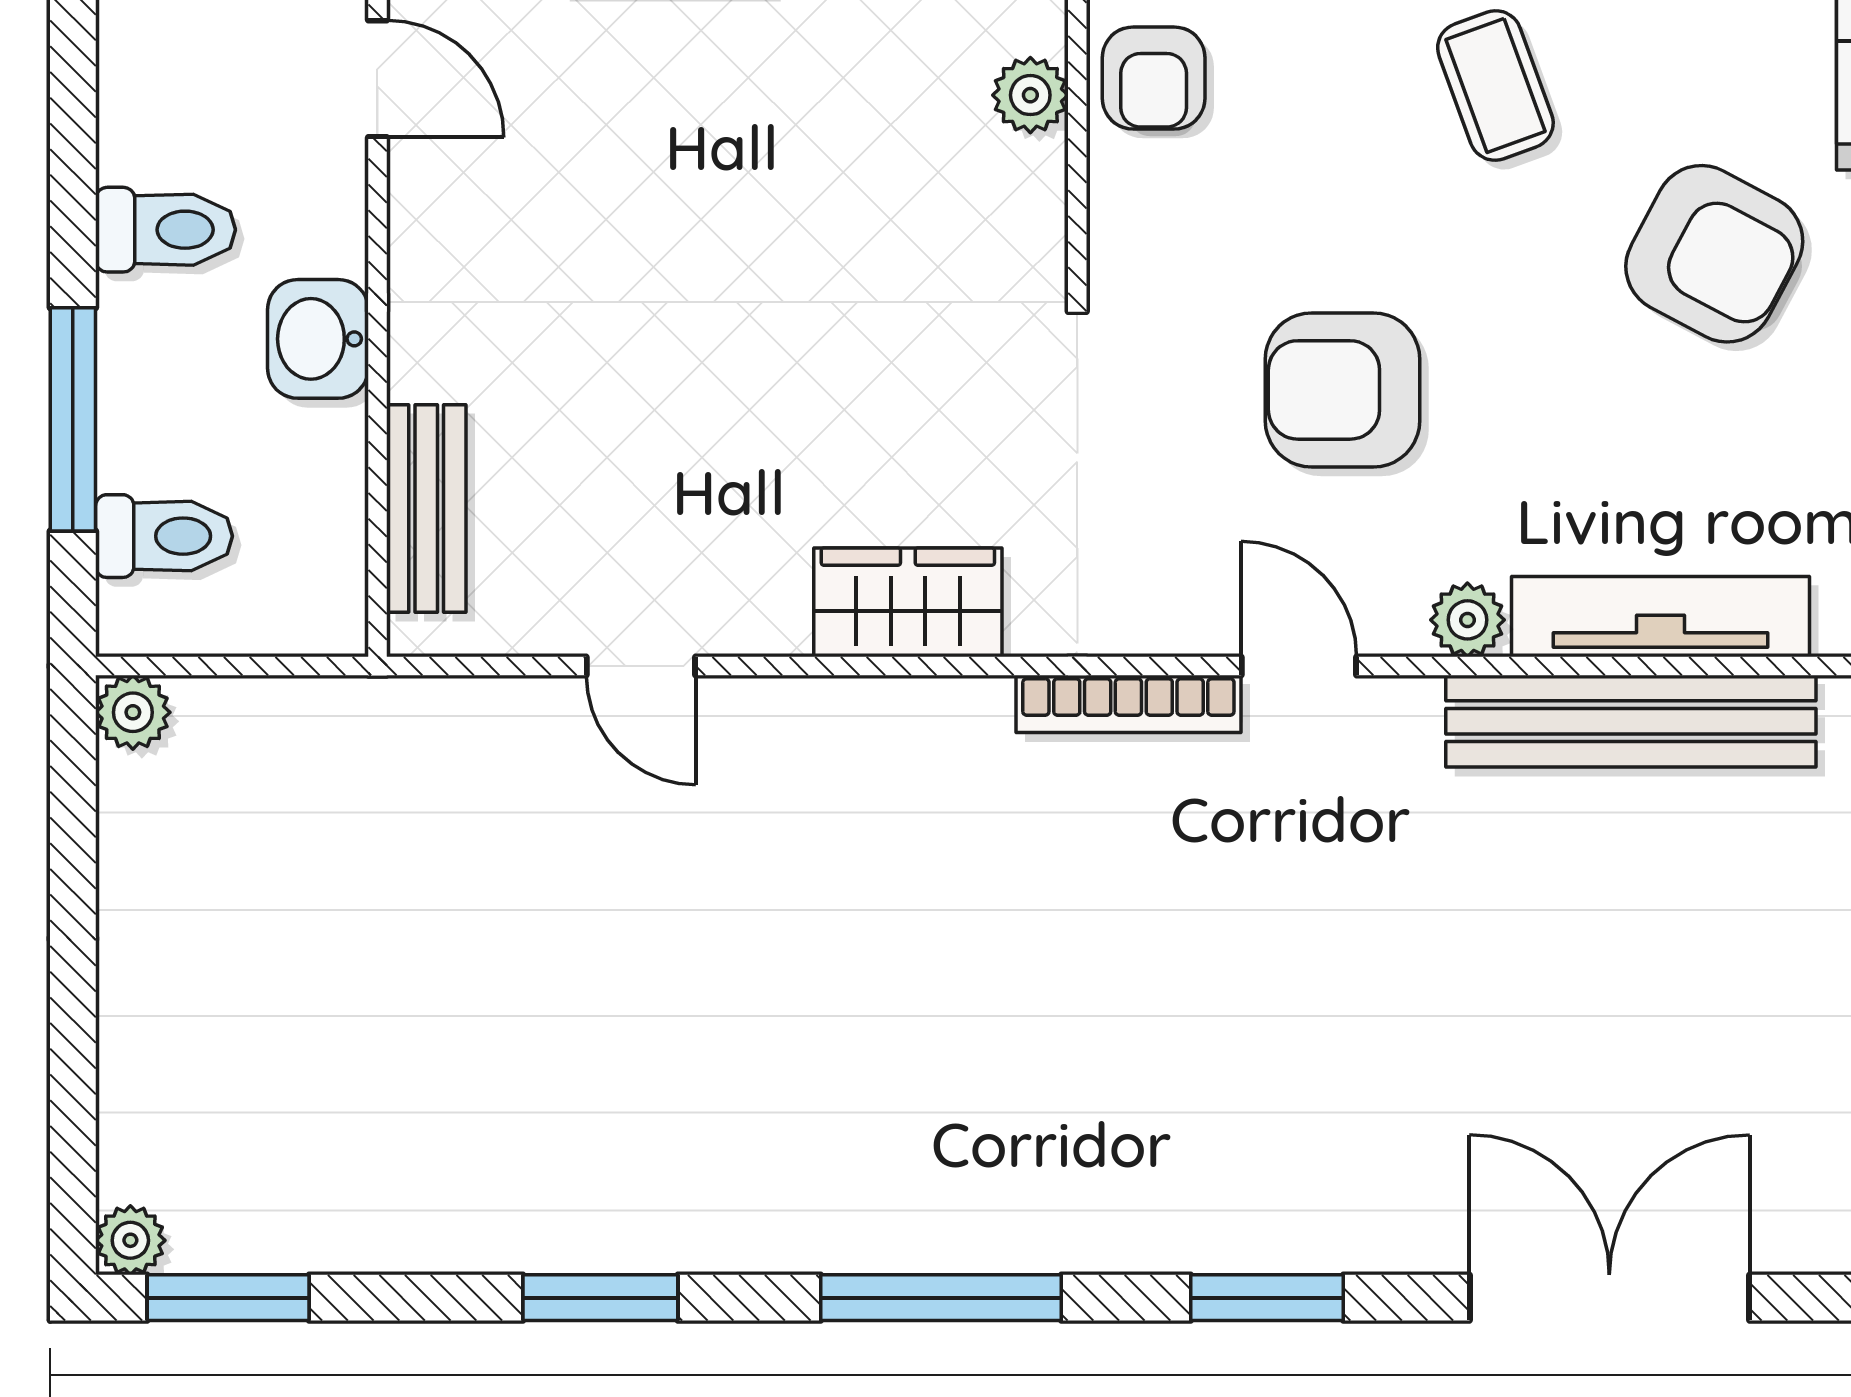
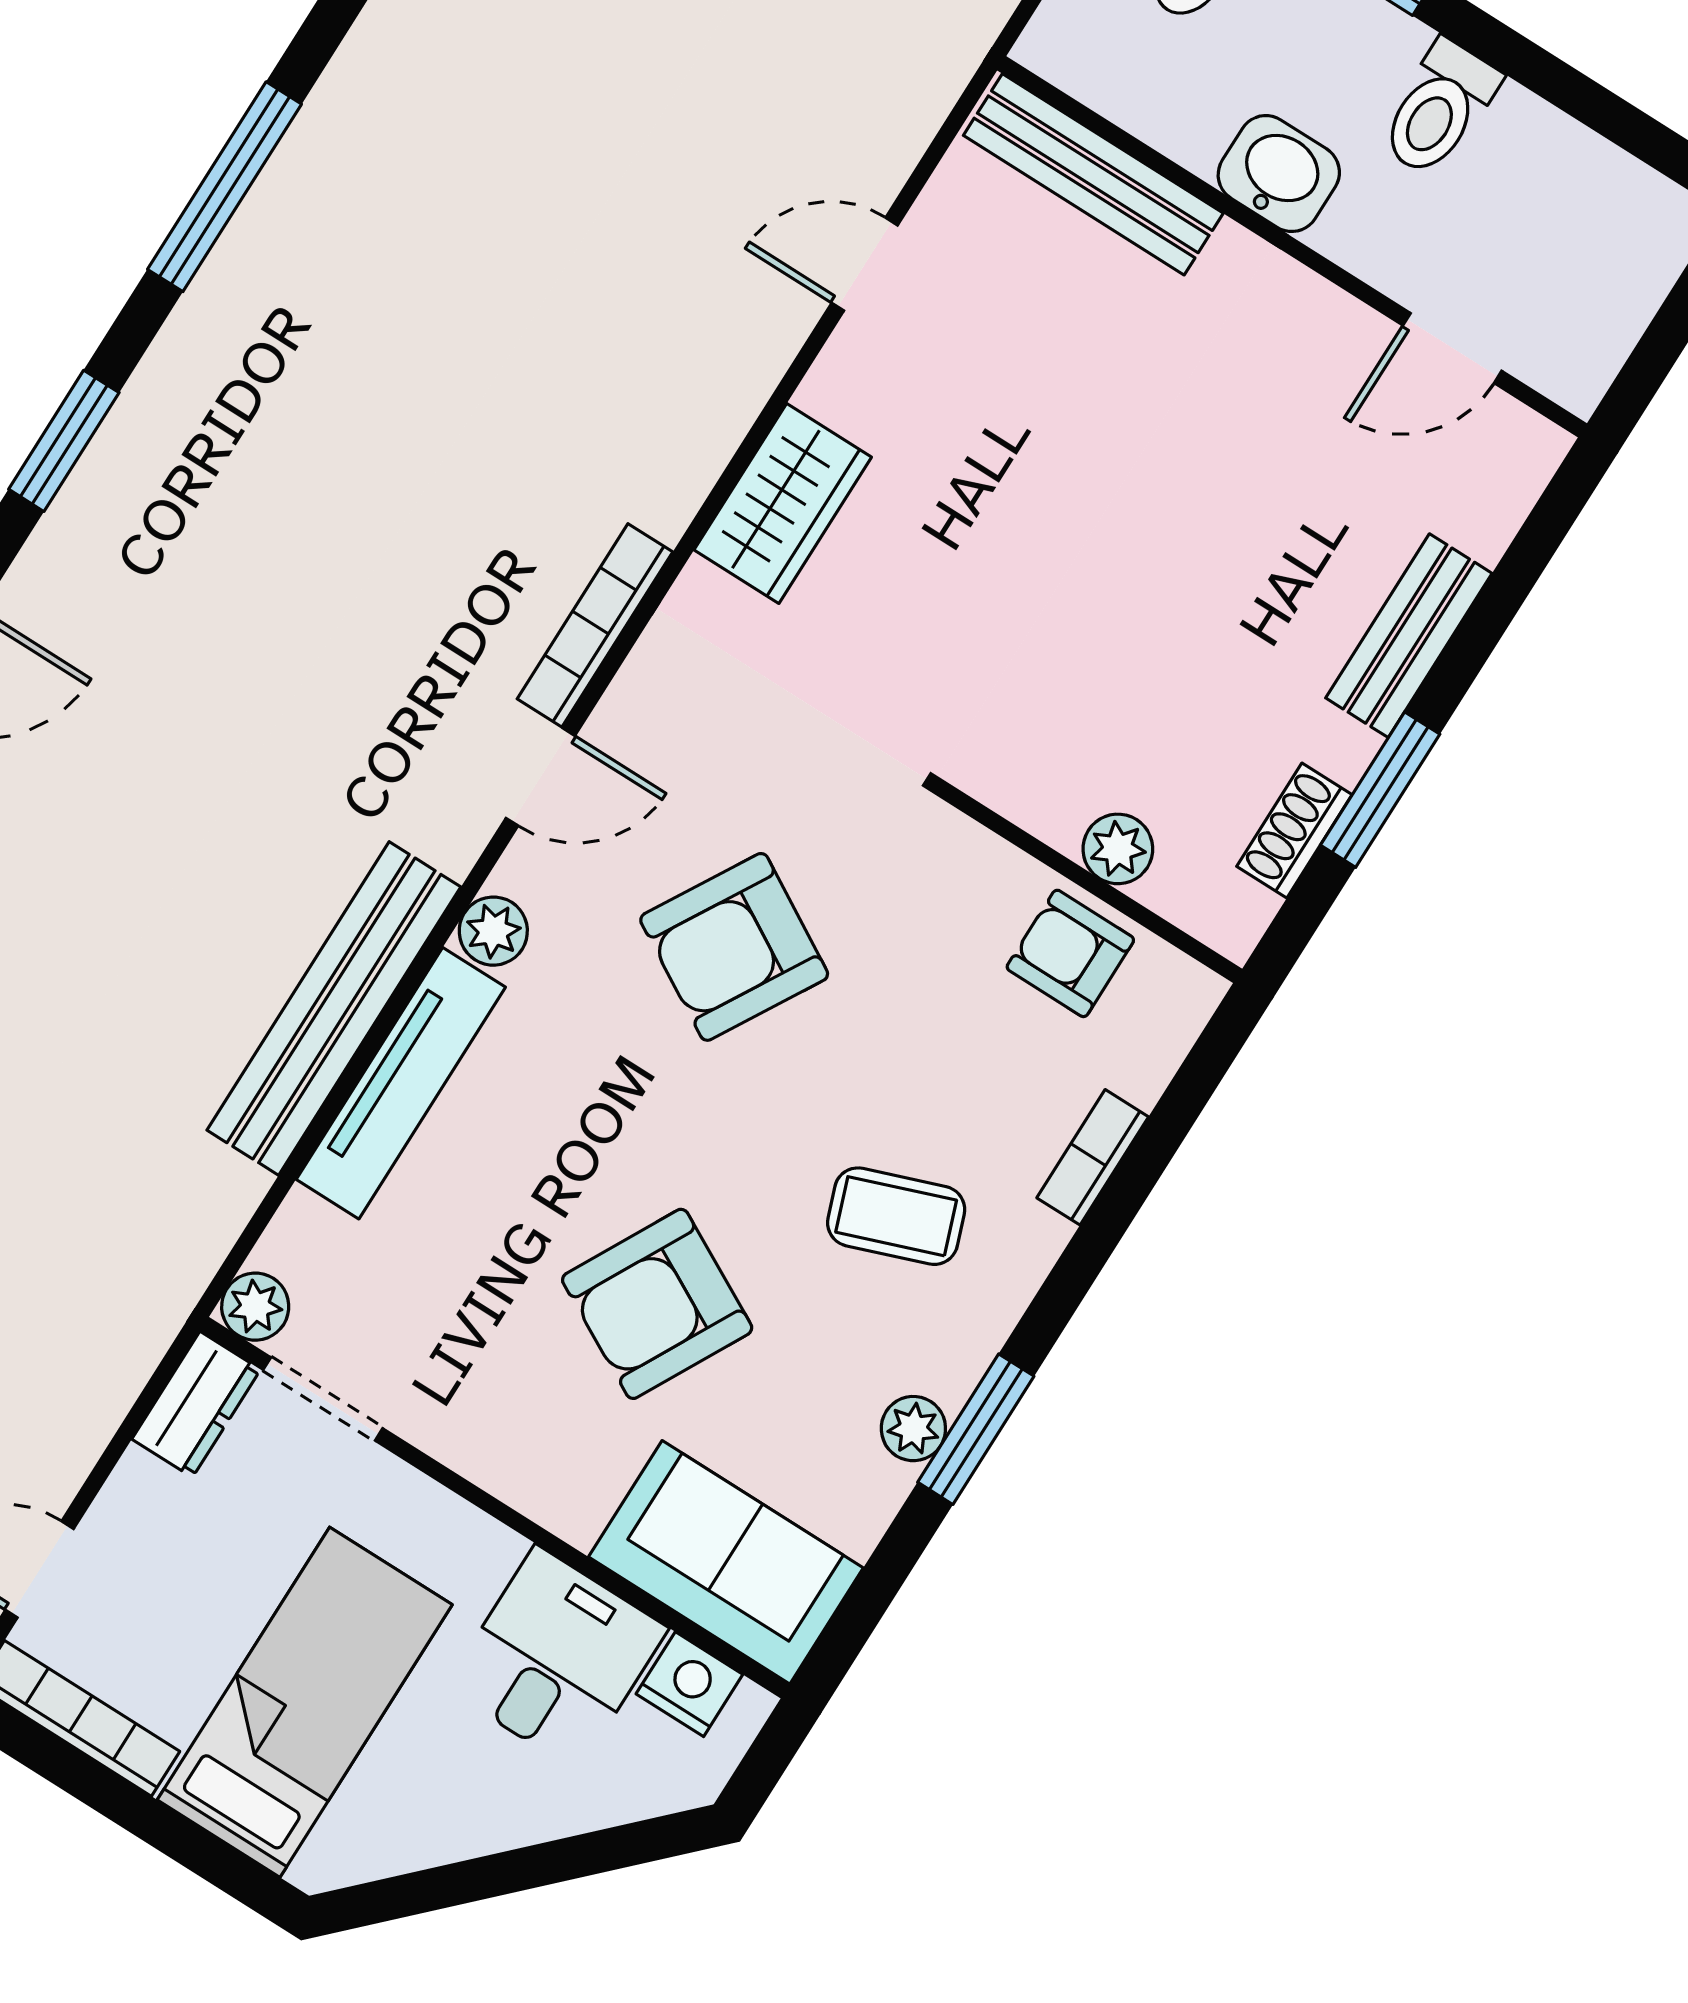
armchair: (1342, 390) -> (734, 947), turned -150
bench: (426, 508) -> (1093, 174), width x1.36

